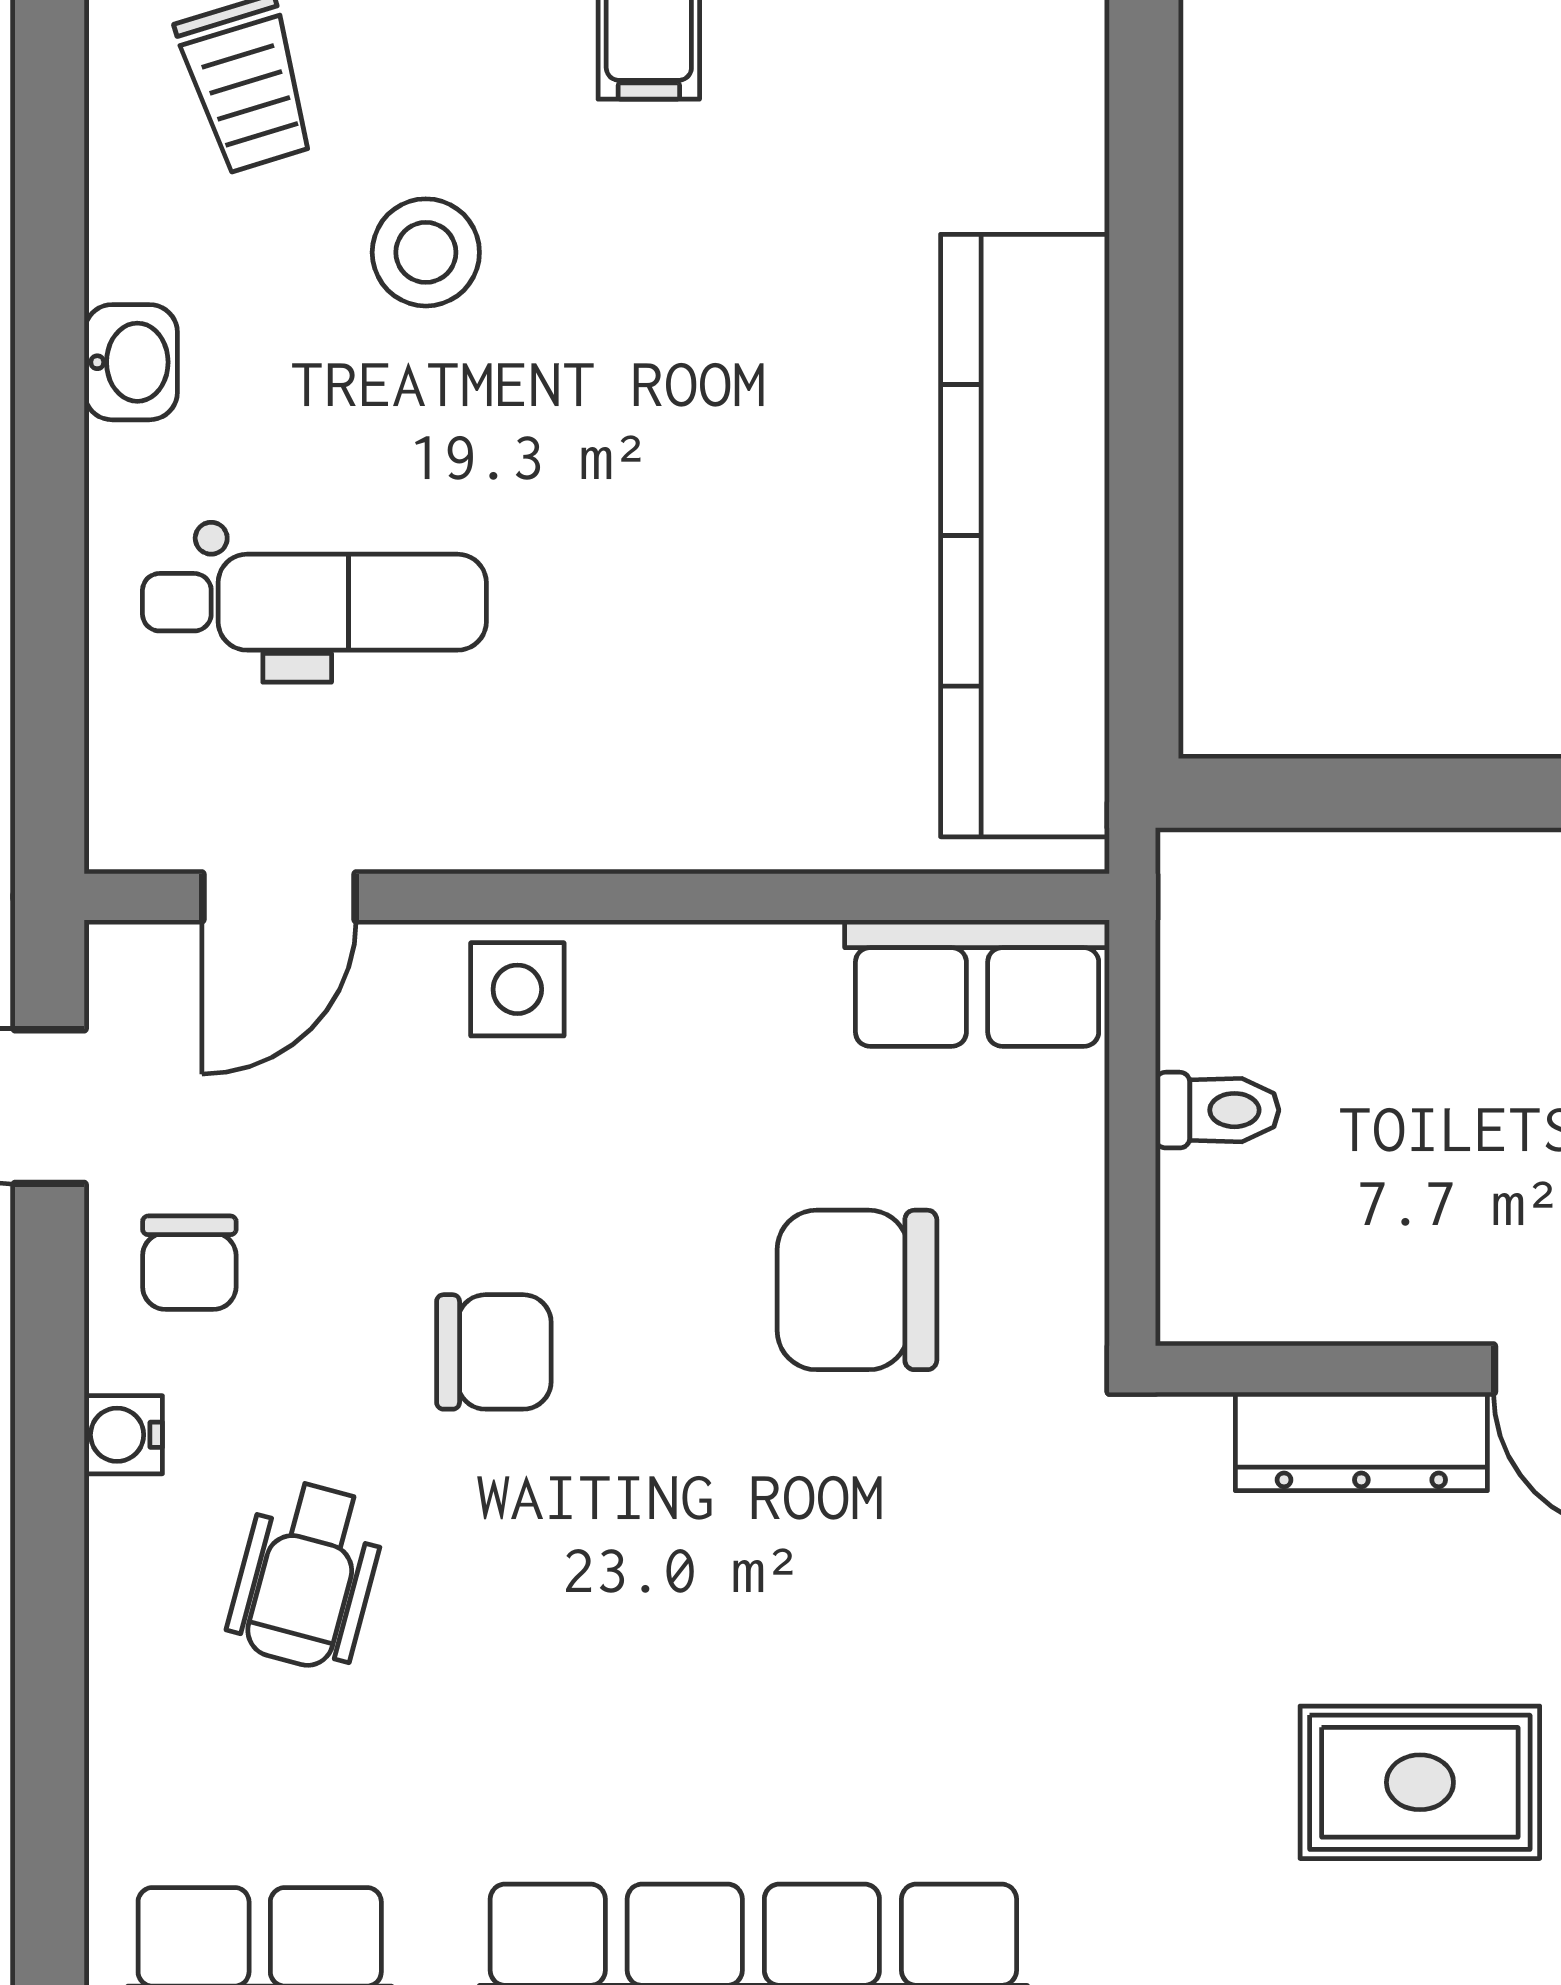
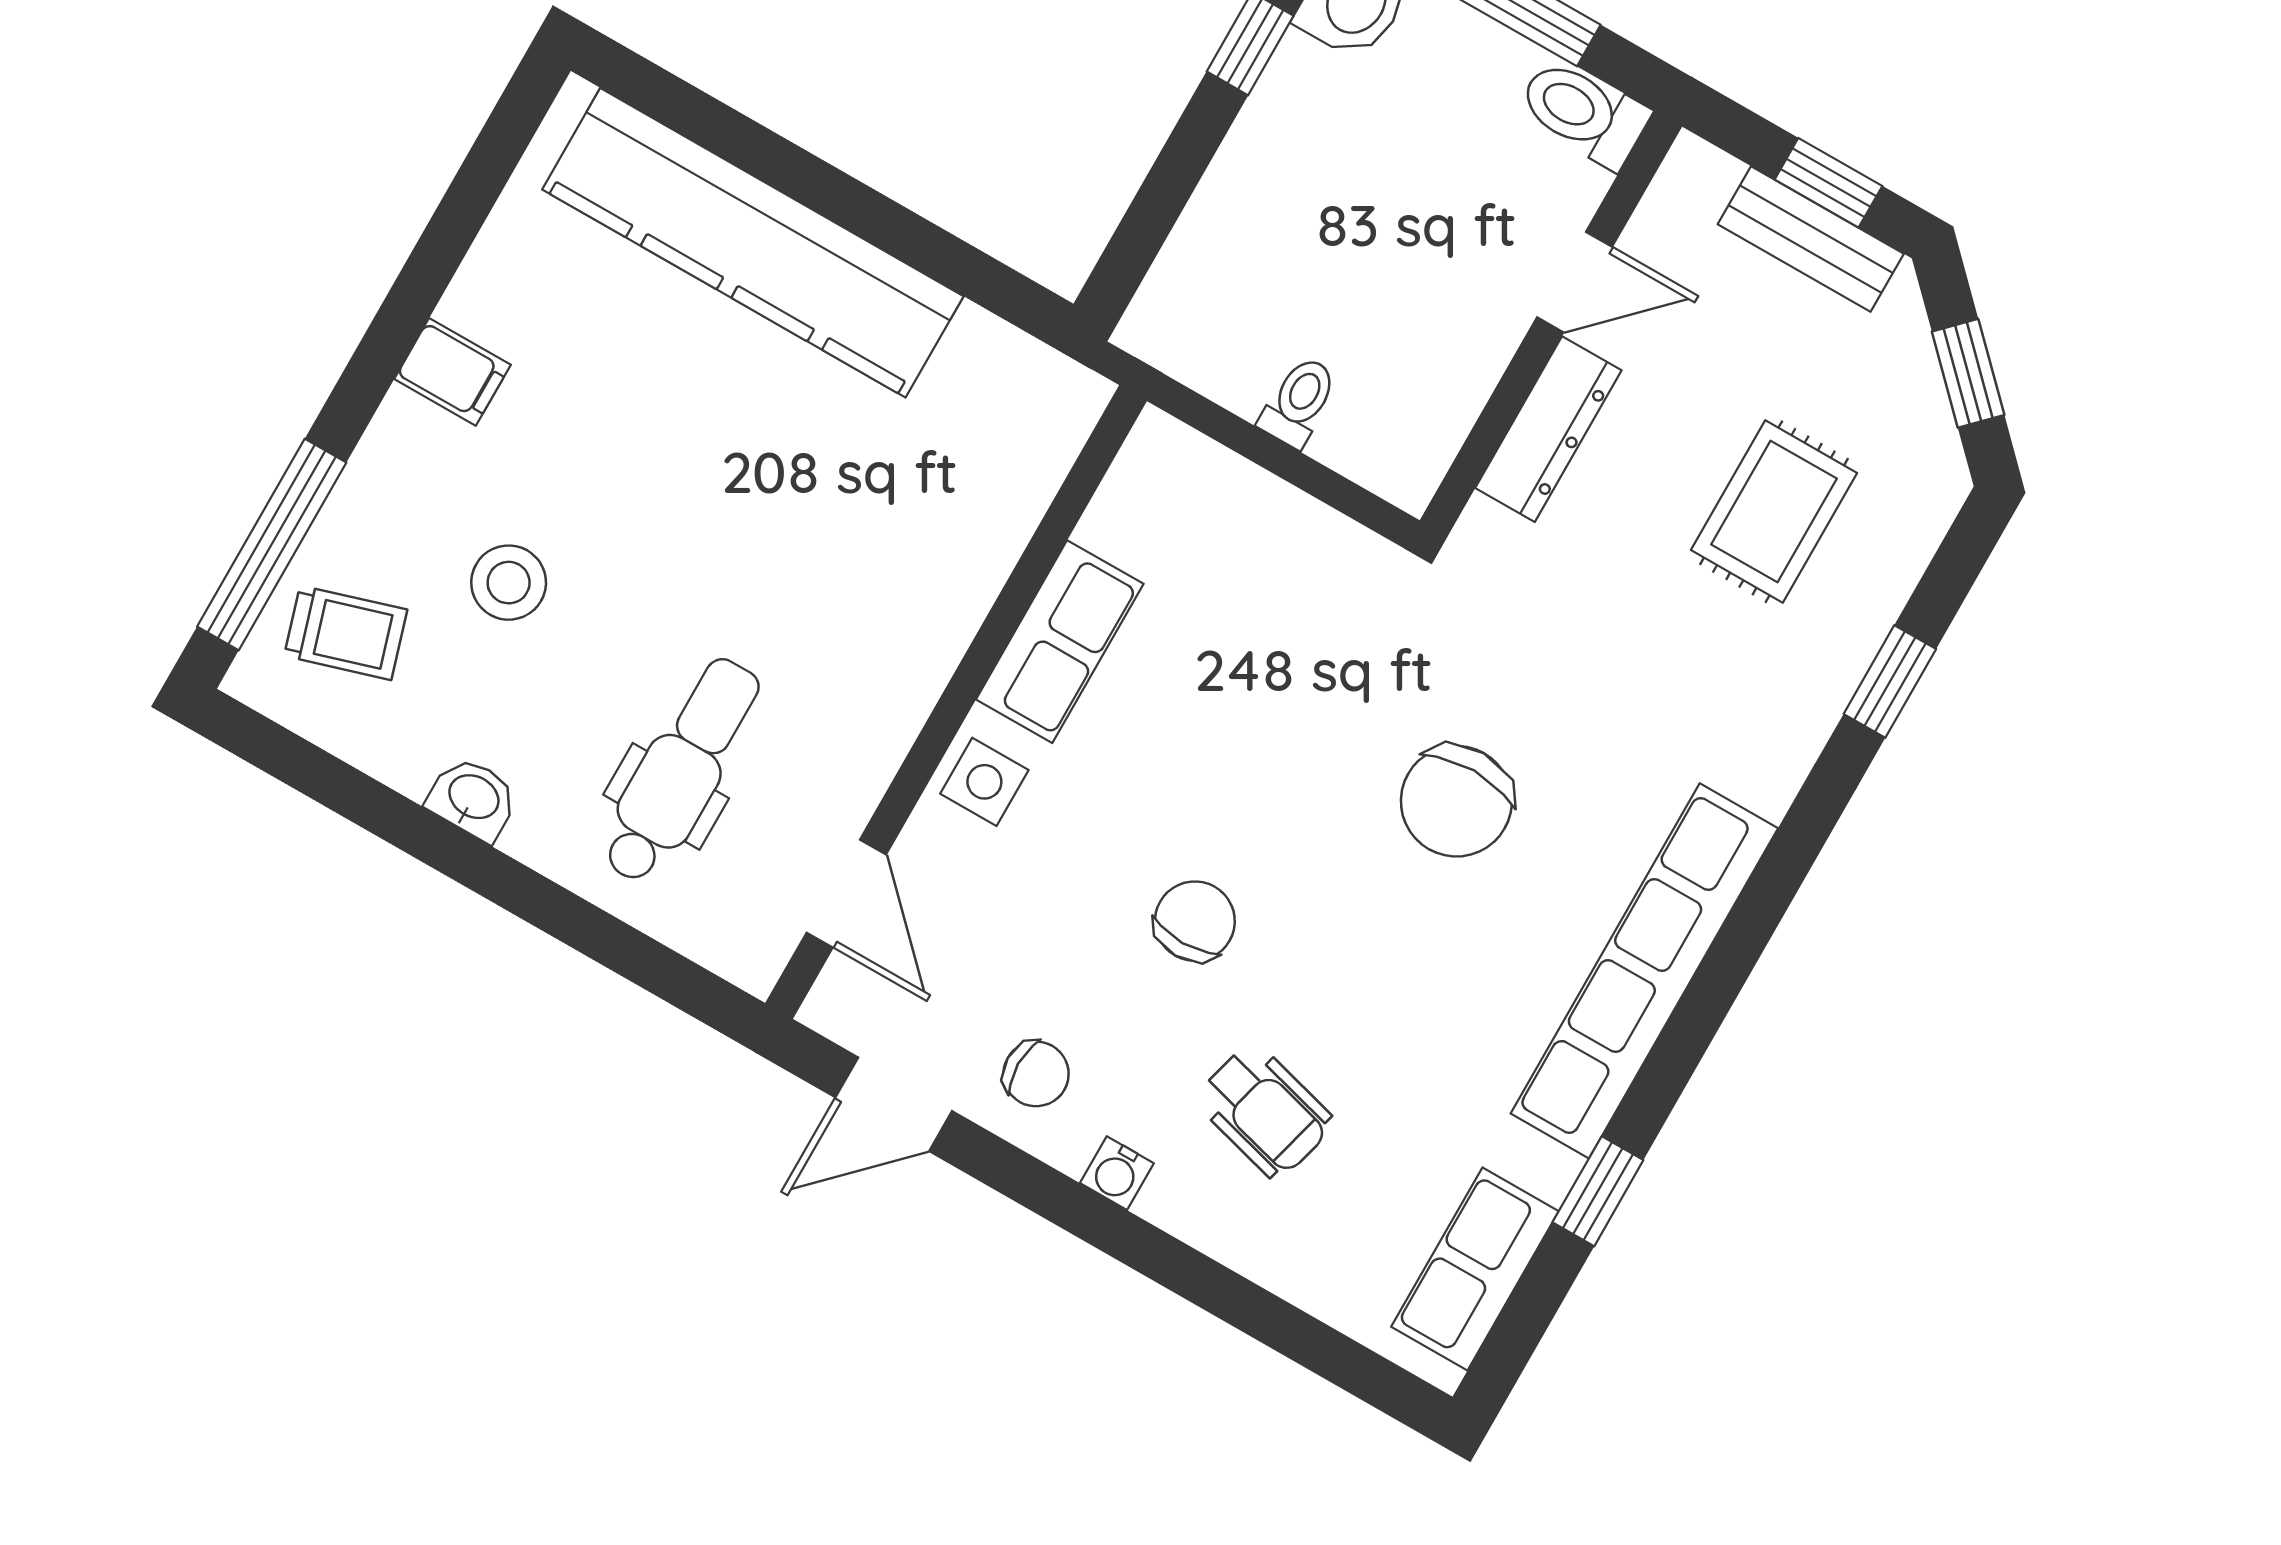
kitchen counter: (1025, 536) -> (753, 243), moved
row of seats: (977, 983) -> (1060, 642), moved
chair: (857, 1290) -> (1456, 801), moved

